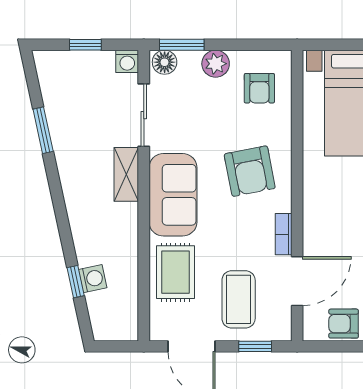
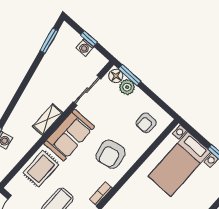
washing machine: (127, 61) -> (85, 47), moved
plant: (216, 64) -> (127, 87), moved
window: (43, 130) -> (49, 41), moved
shelving: (126, 174) -> (48, 119), moved

